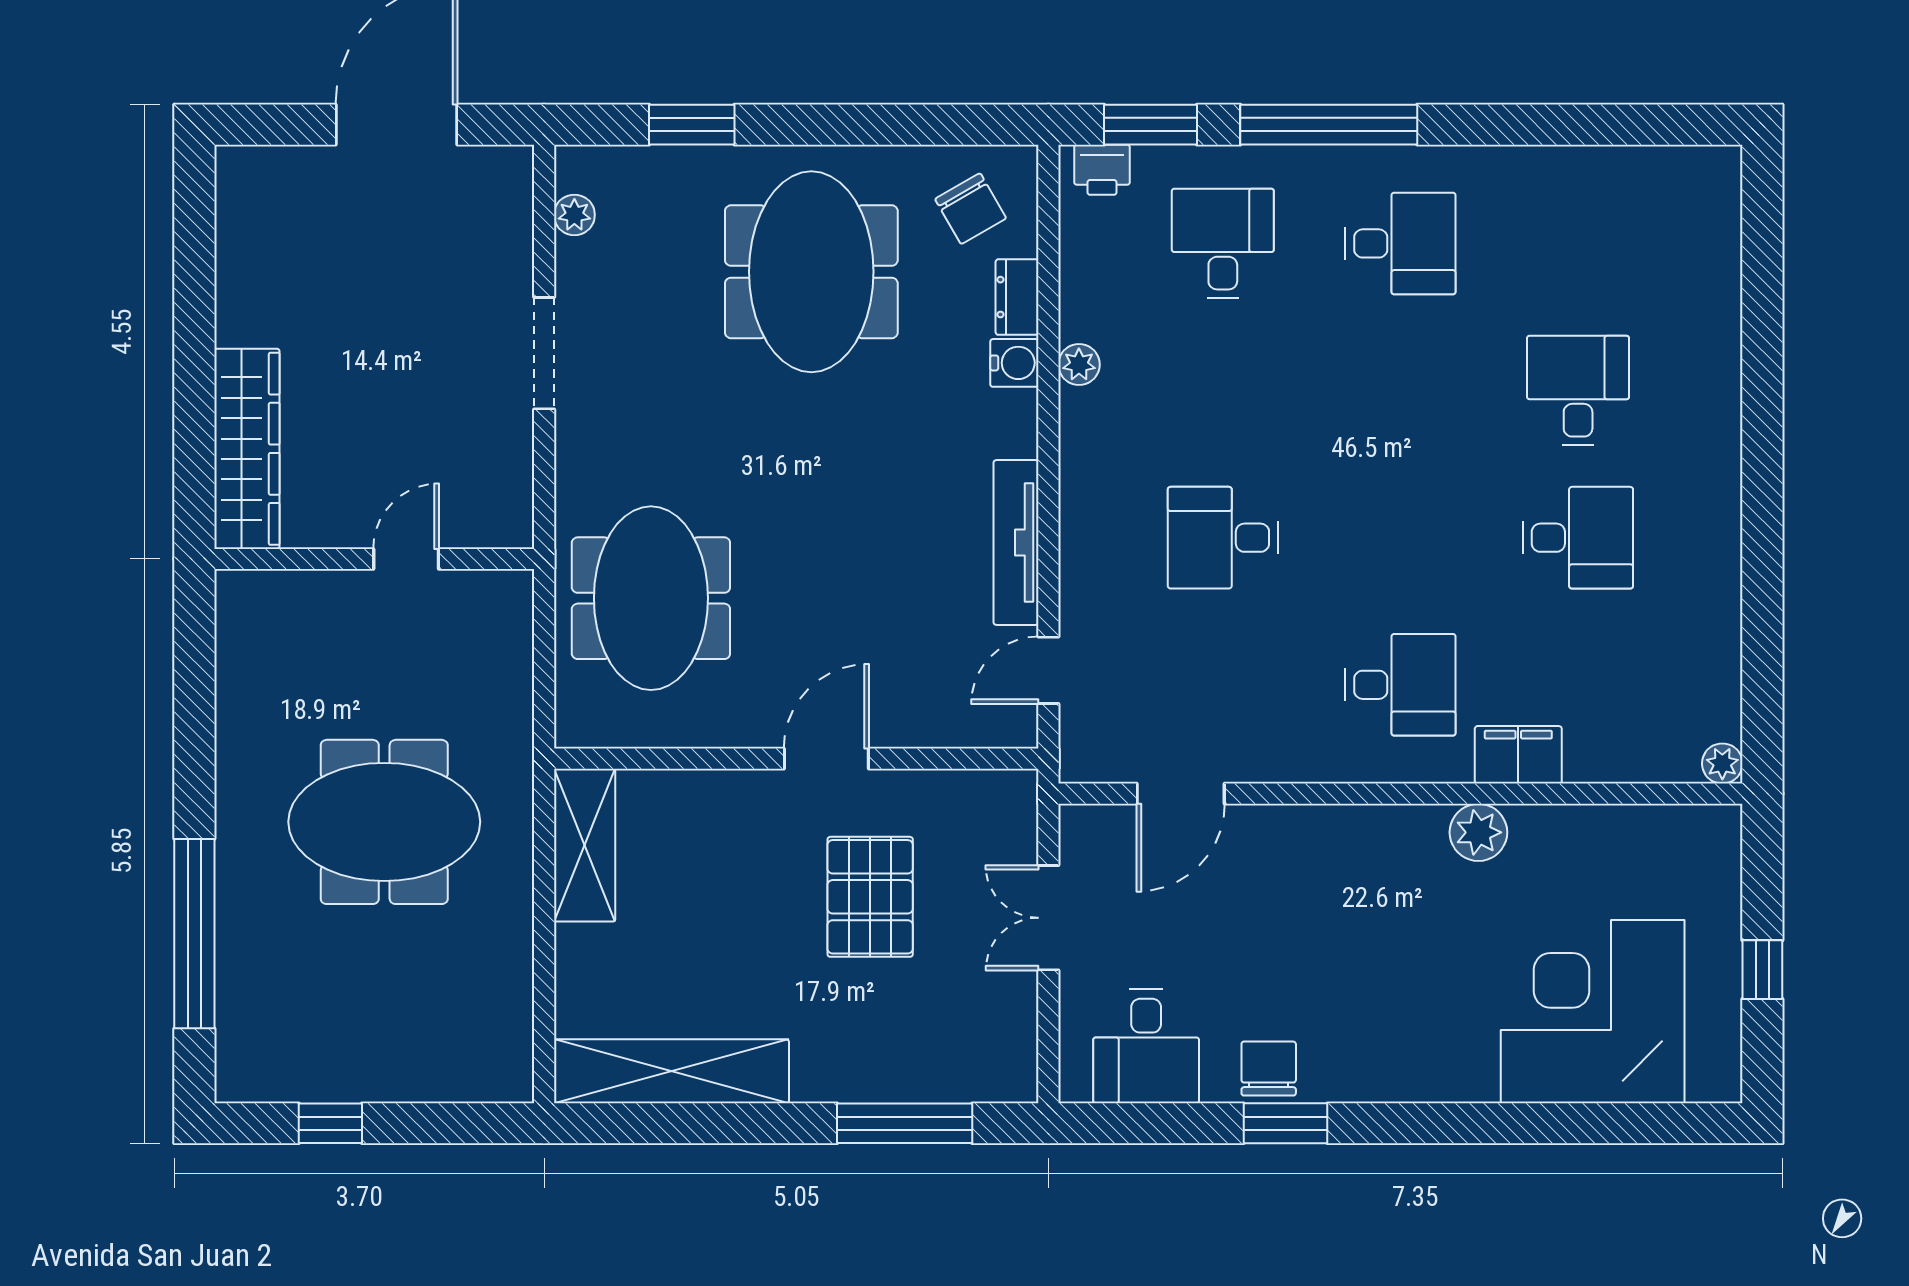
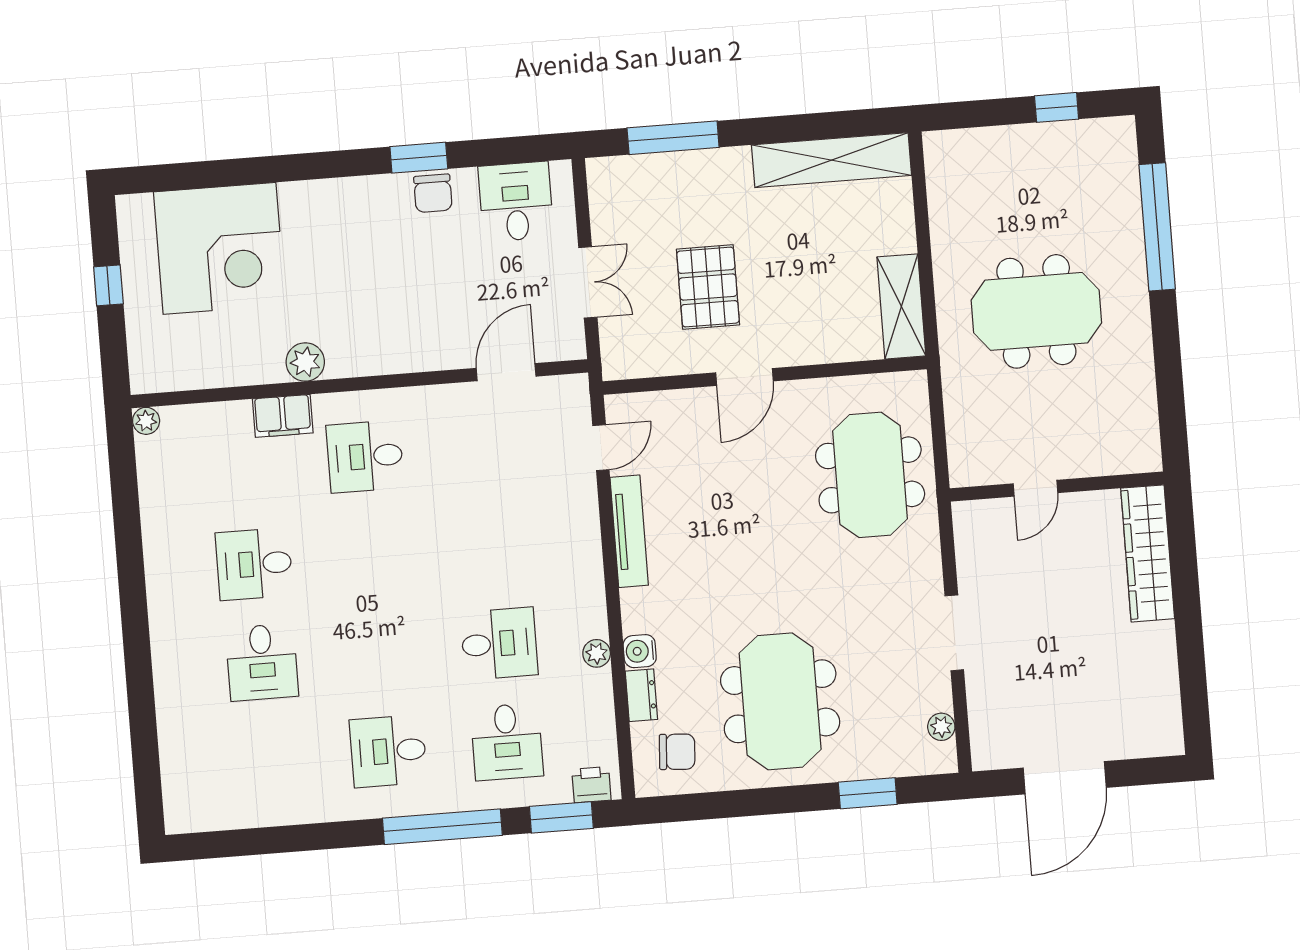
chair: (971, 209) -> (677, 752), turned 124
desk: (1223, 538) -> (499, 644), moved

